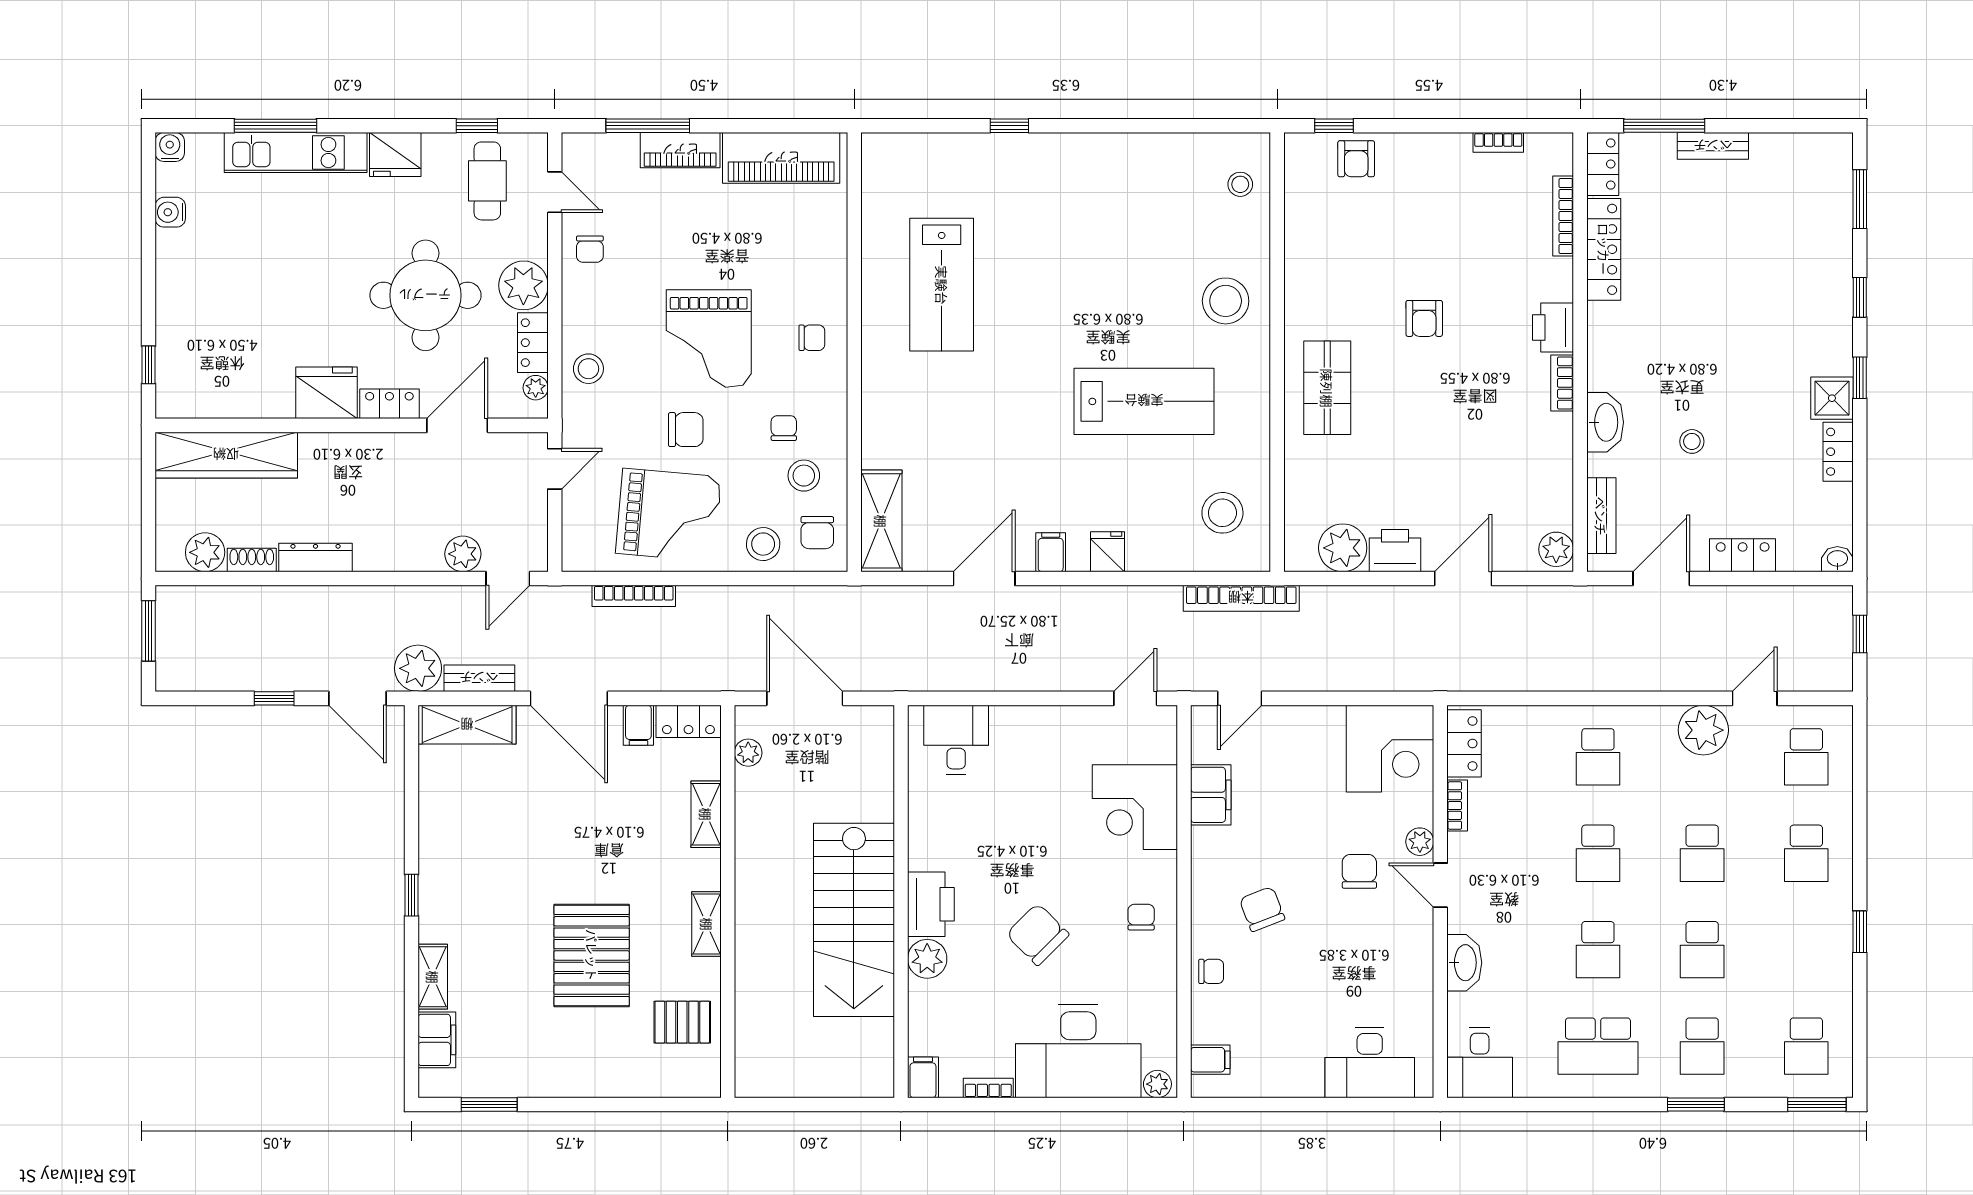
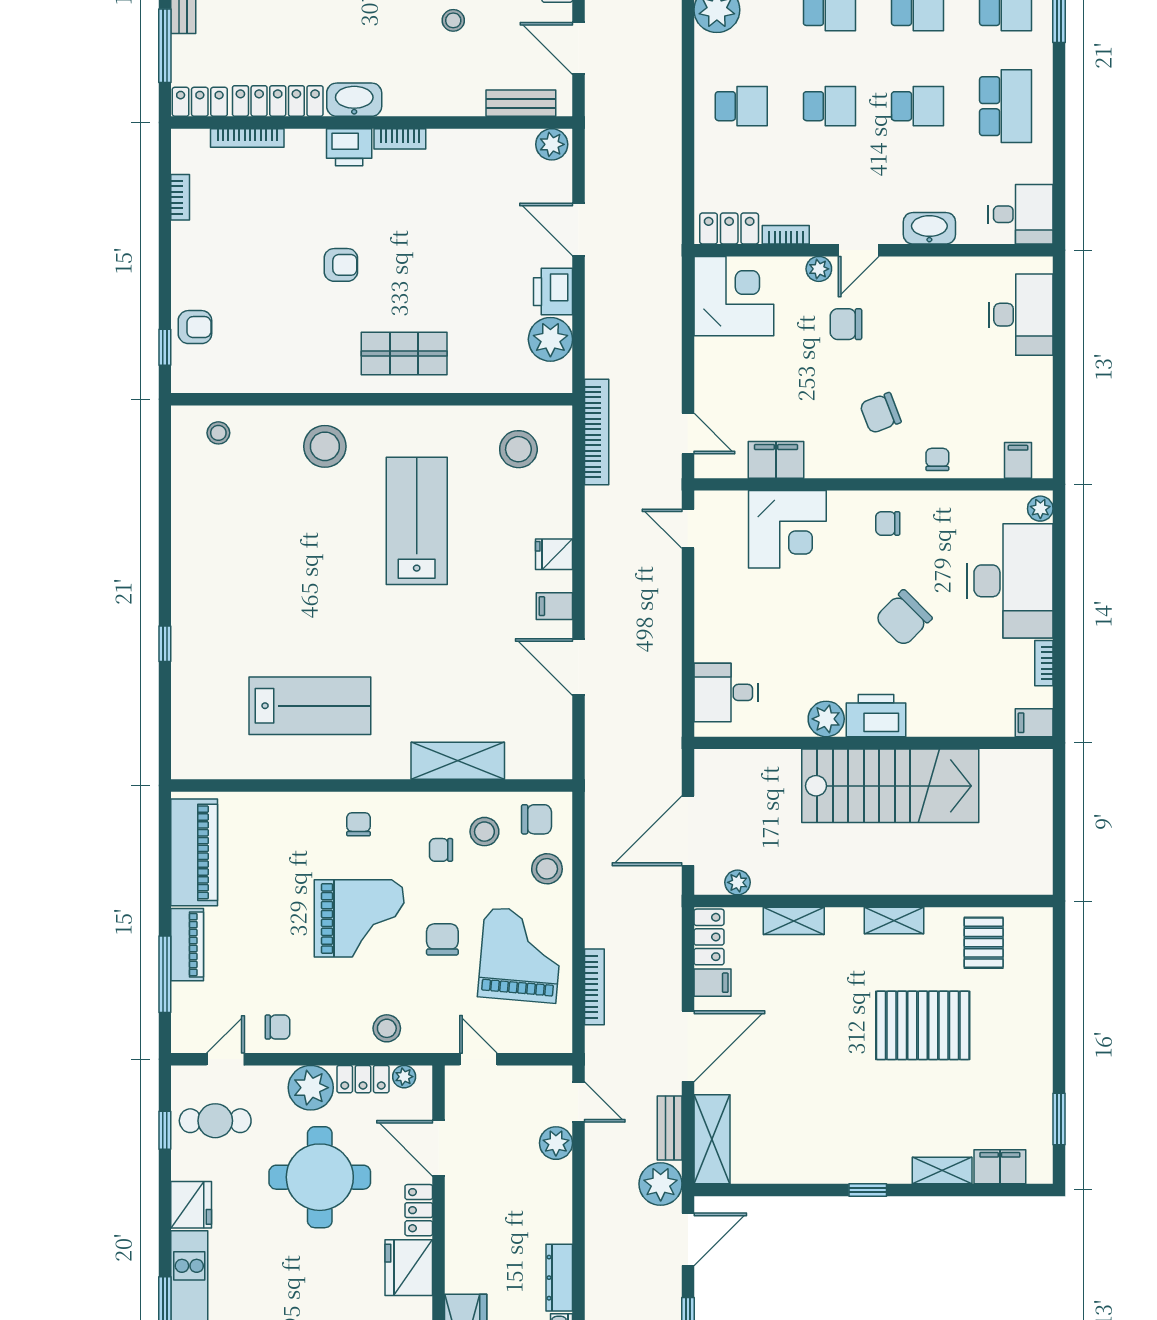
washbasin: (1605, 422) -> (354, 100), moved
shelving: (881, 521) -> (458, 761), moved
plant: (927, 959) -> (826, 719), moved

